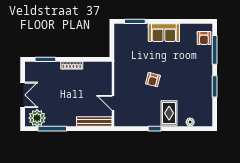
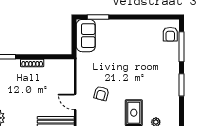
sofa: (164, 33) -> (86, 36), moved, turned -90
armchair: (153, 80) -> (101, 93), moved

